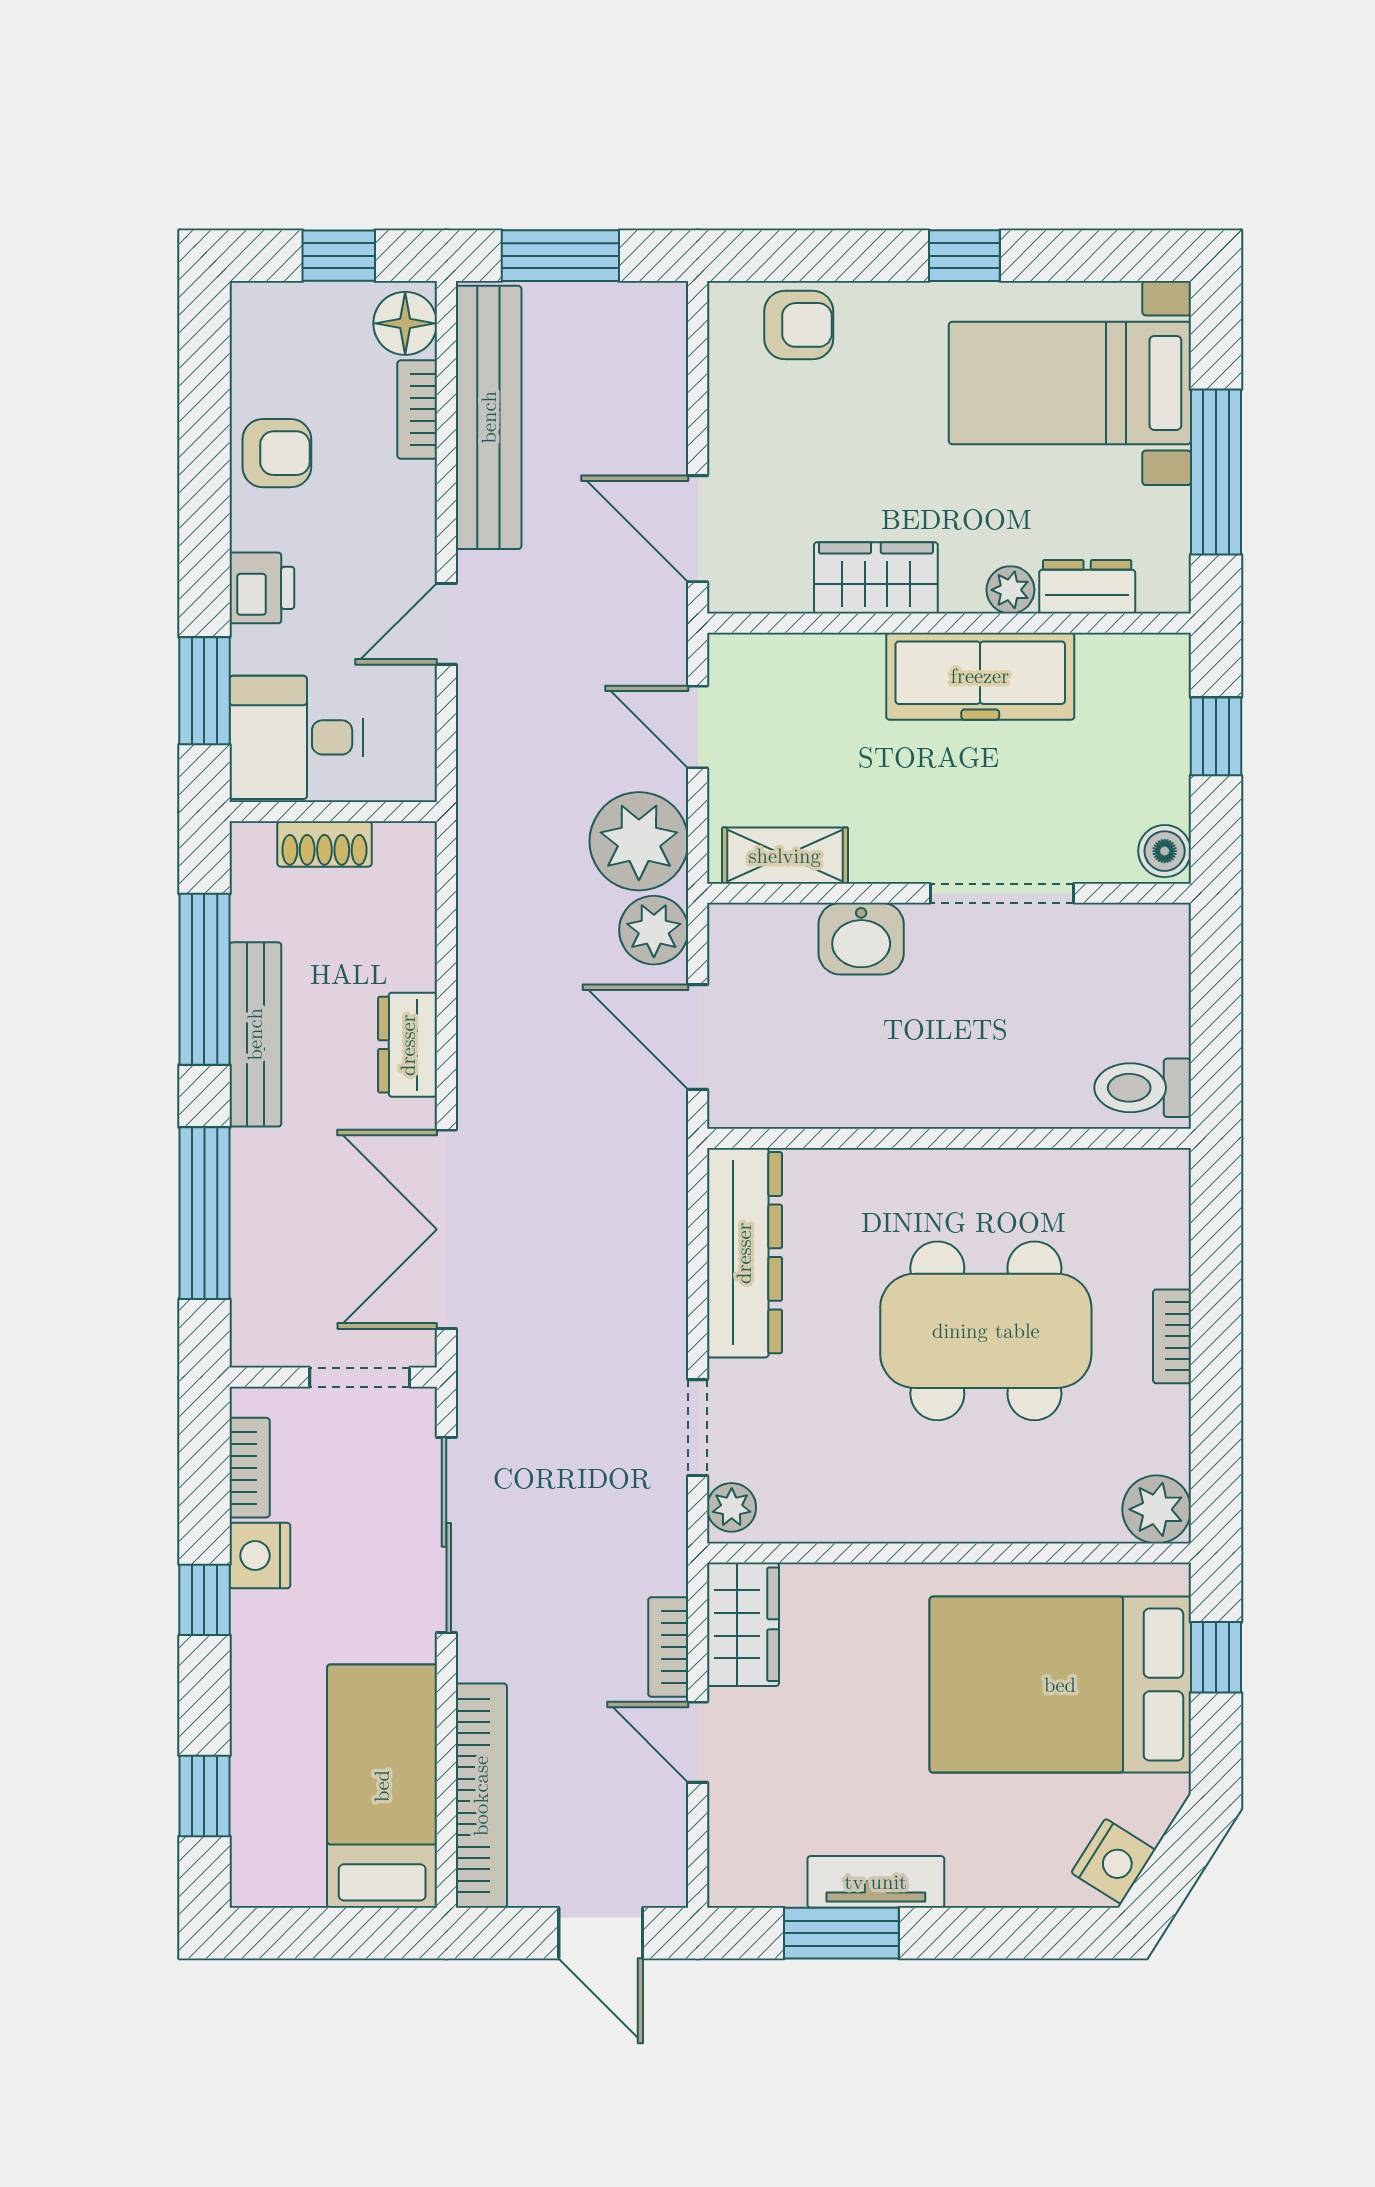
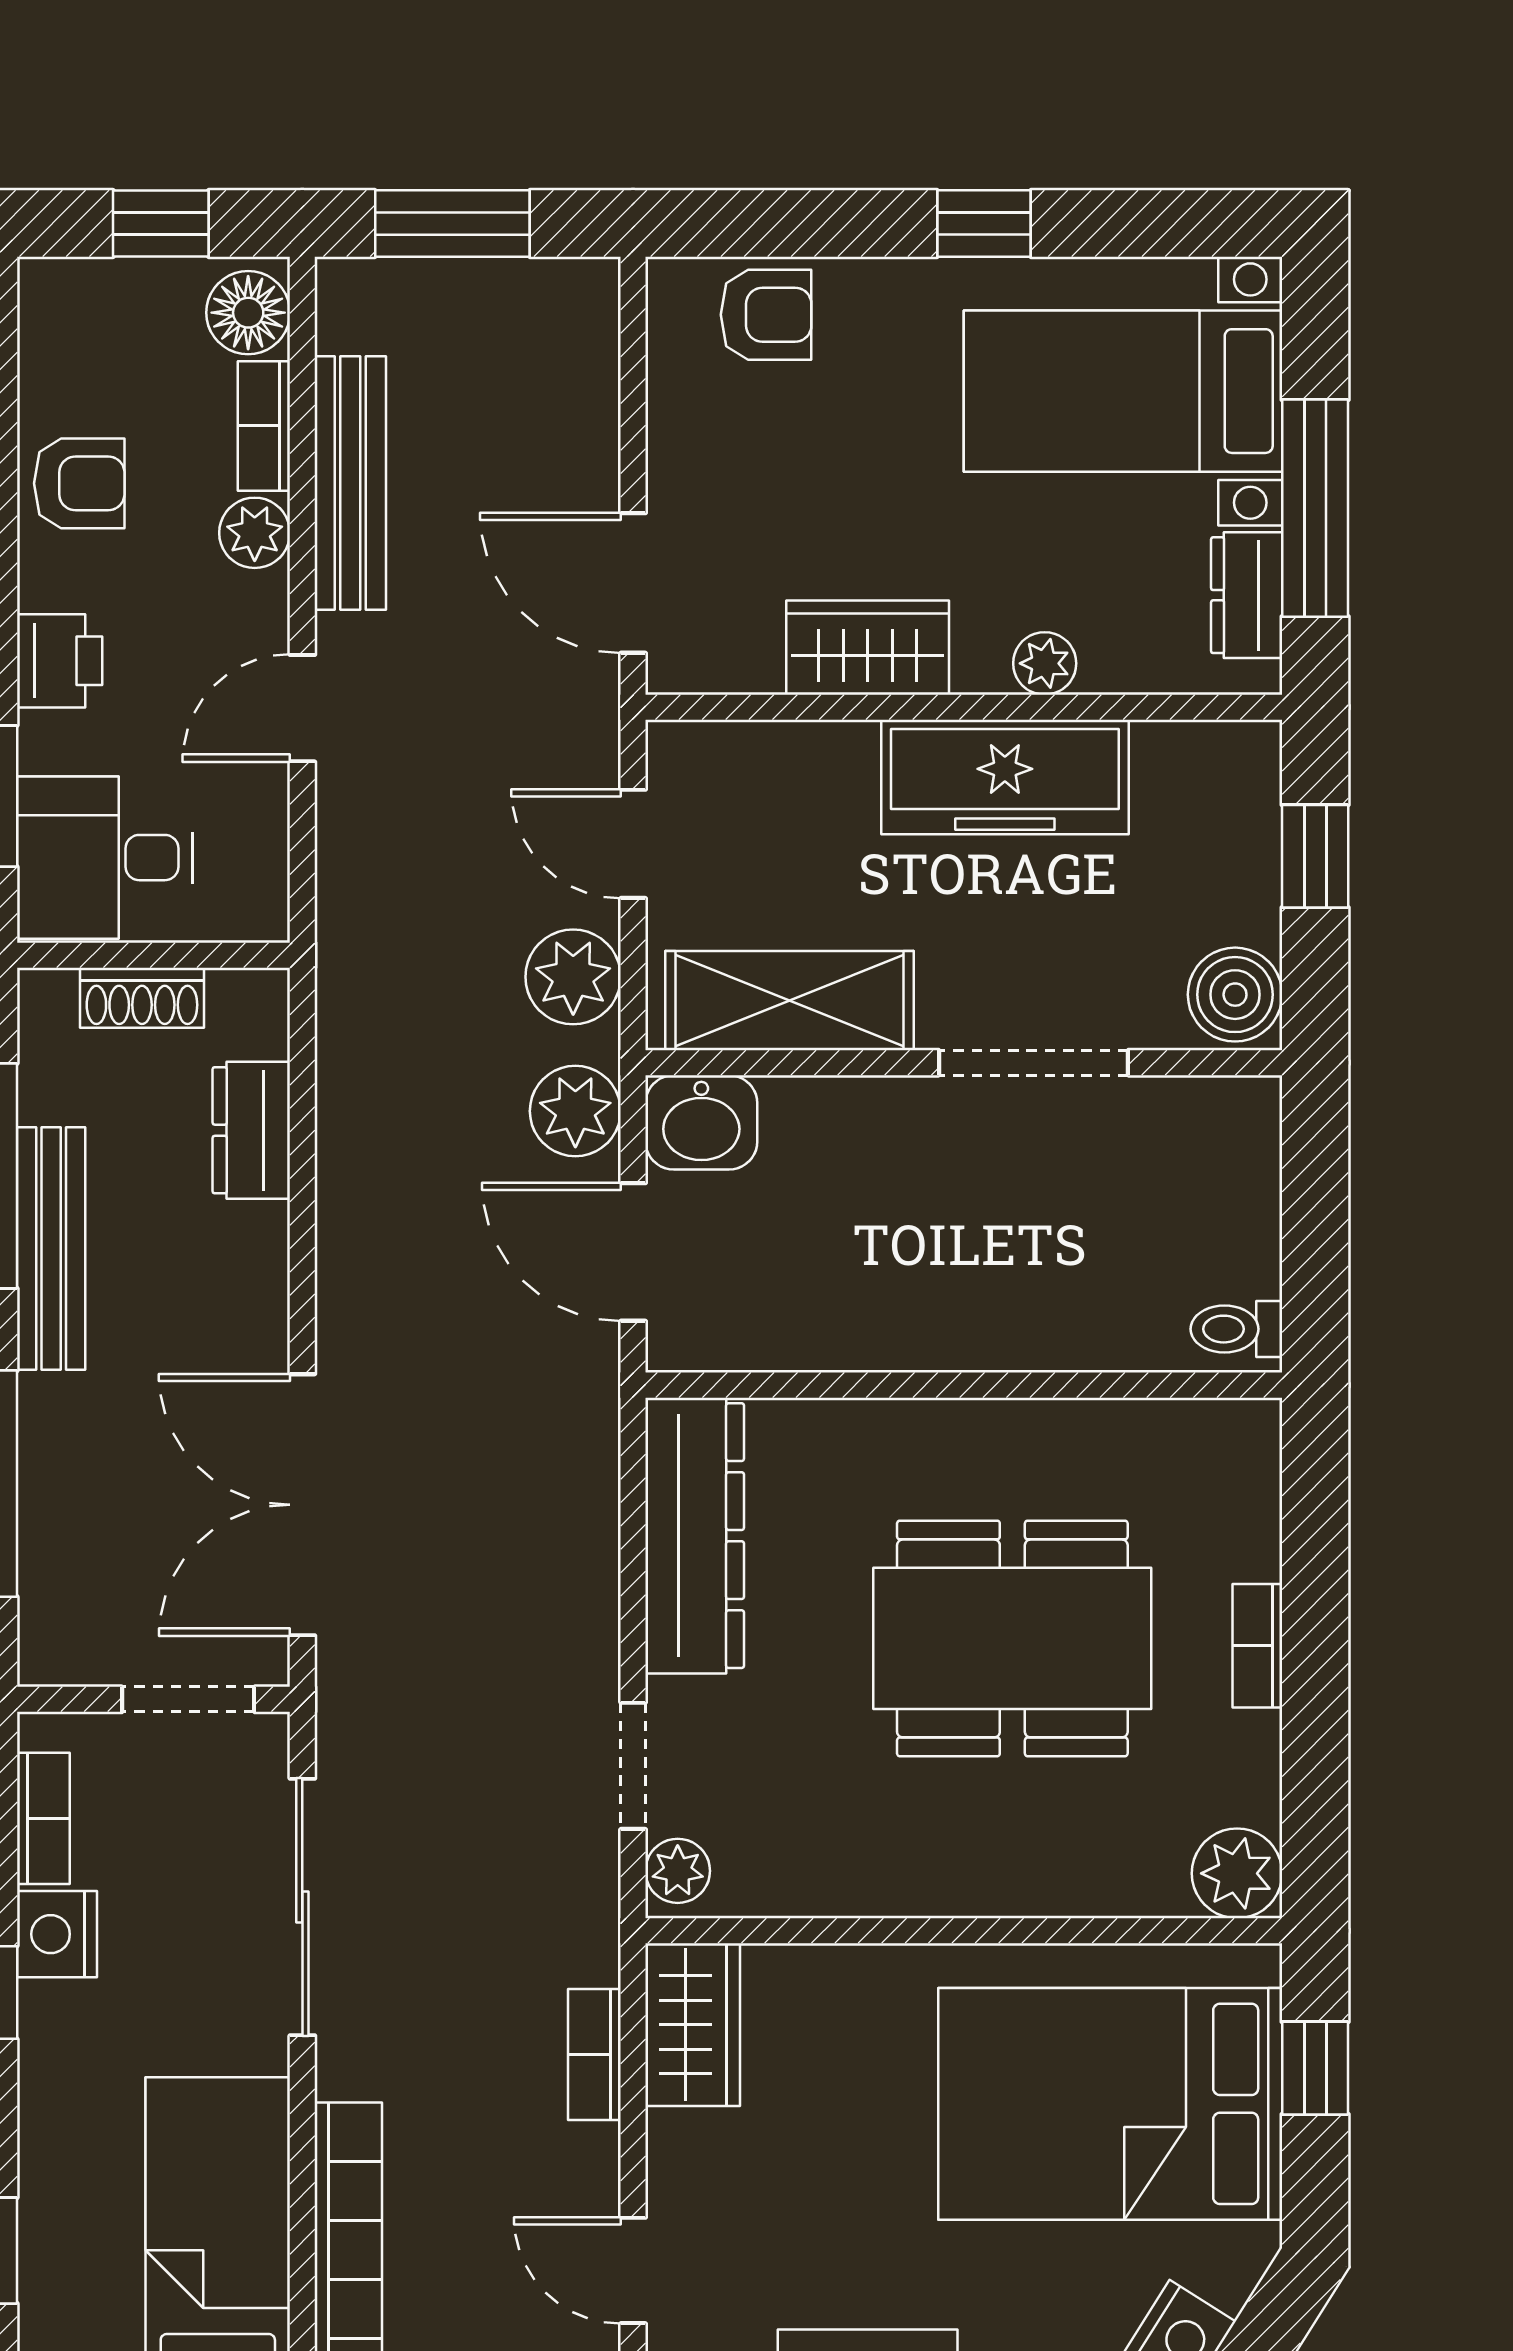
bench: (489, 417) -> (350, 483), width x0.73, depth x0.82
plant: (410, 491) -> (255, 533), added
dresser: (1087, 587) -> (1247, 595), moved, turned -90
plant: (639, 841) -> (573, 977), width x0.73, depth x0.73
boiler: (1165, 851) -> (1235, 995), width x1.36, depth x1.36
shelving: (785, 856) -> (789, 1001), width x1.50, depth x1.33
washbasin: (861, 939) -> (701, 1122), moved
dresser: (408, 1045) -> (251, 1130), moved
toilet: (1143, 1088) -> (1236, 1329), width x0.73, depth x0.72
door: (698, 1742) -> (633, 2270), moved

